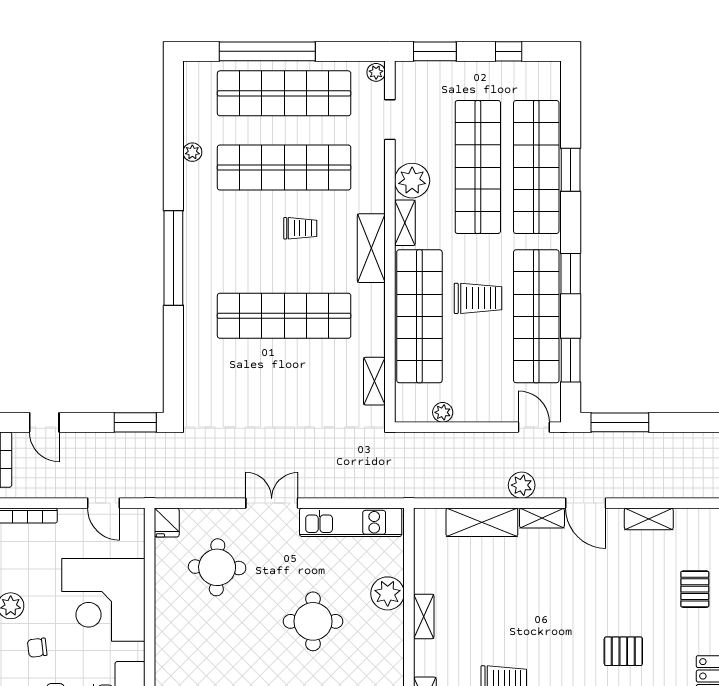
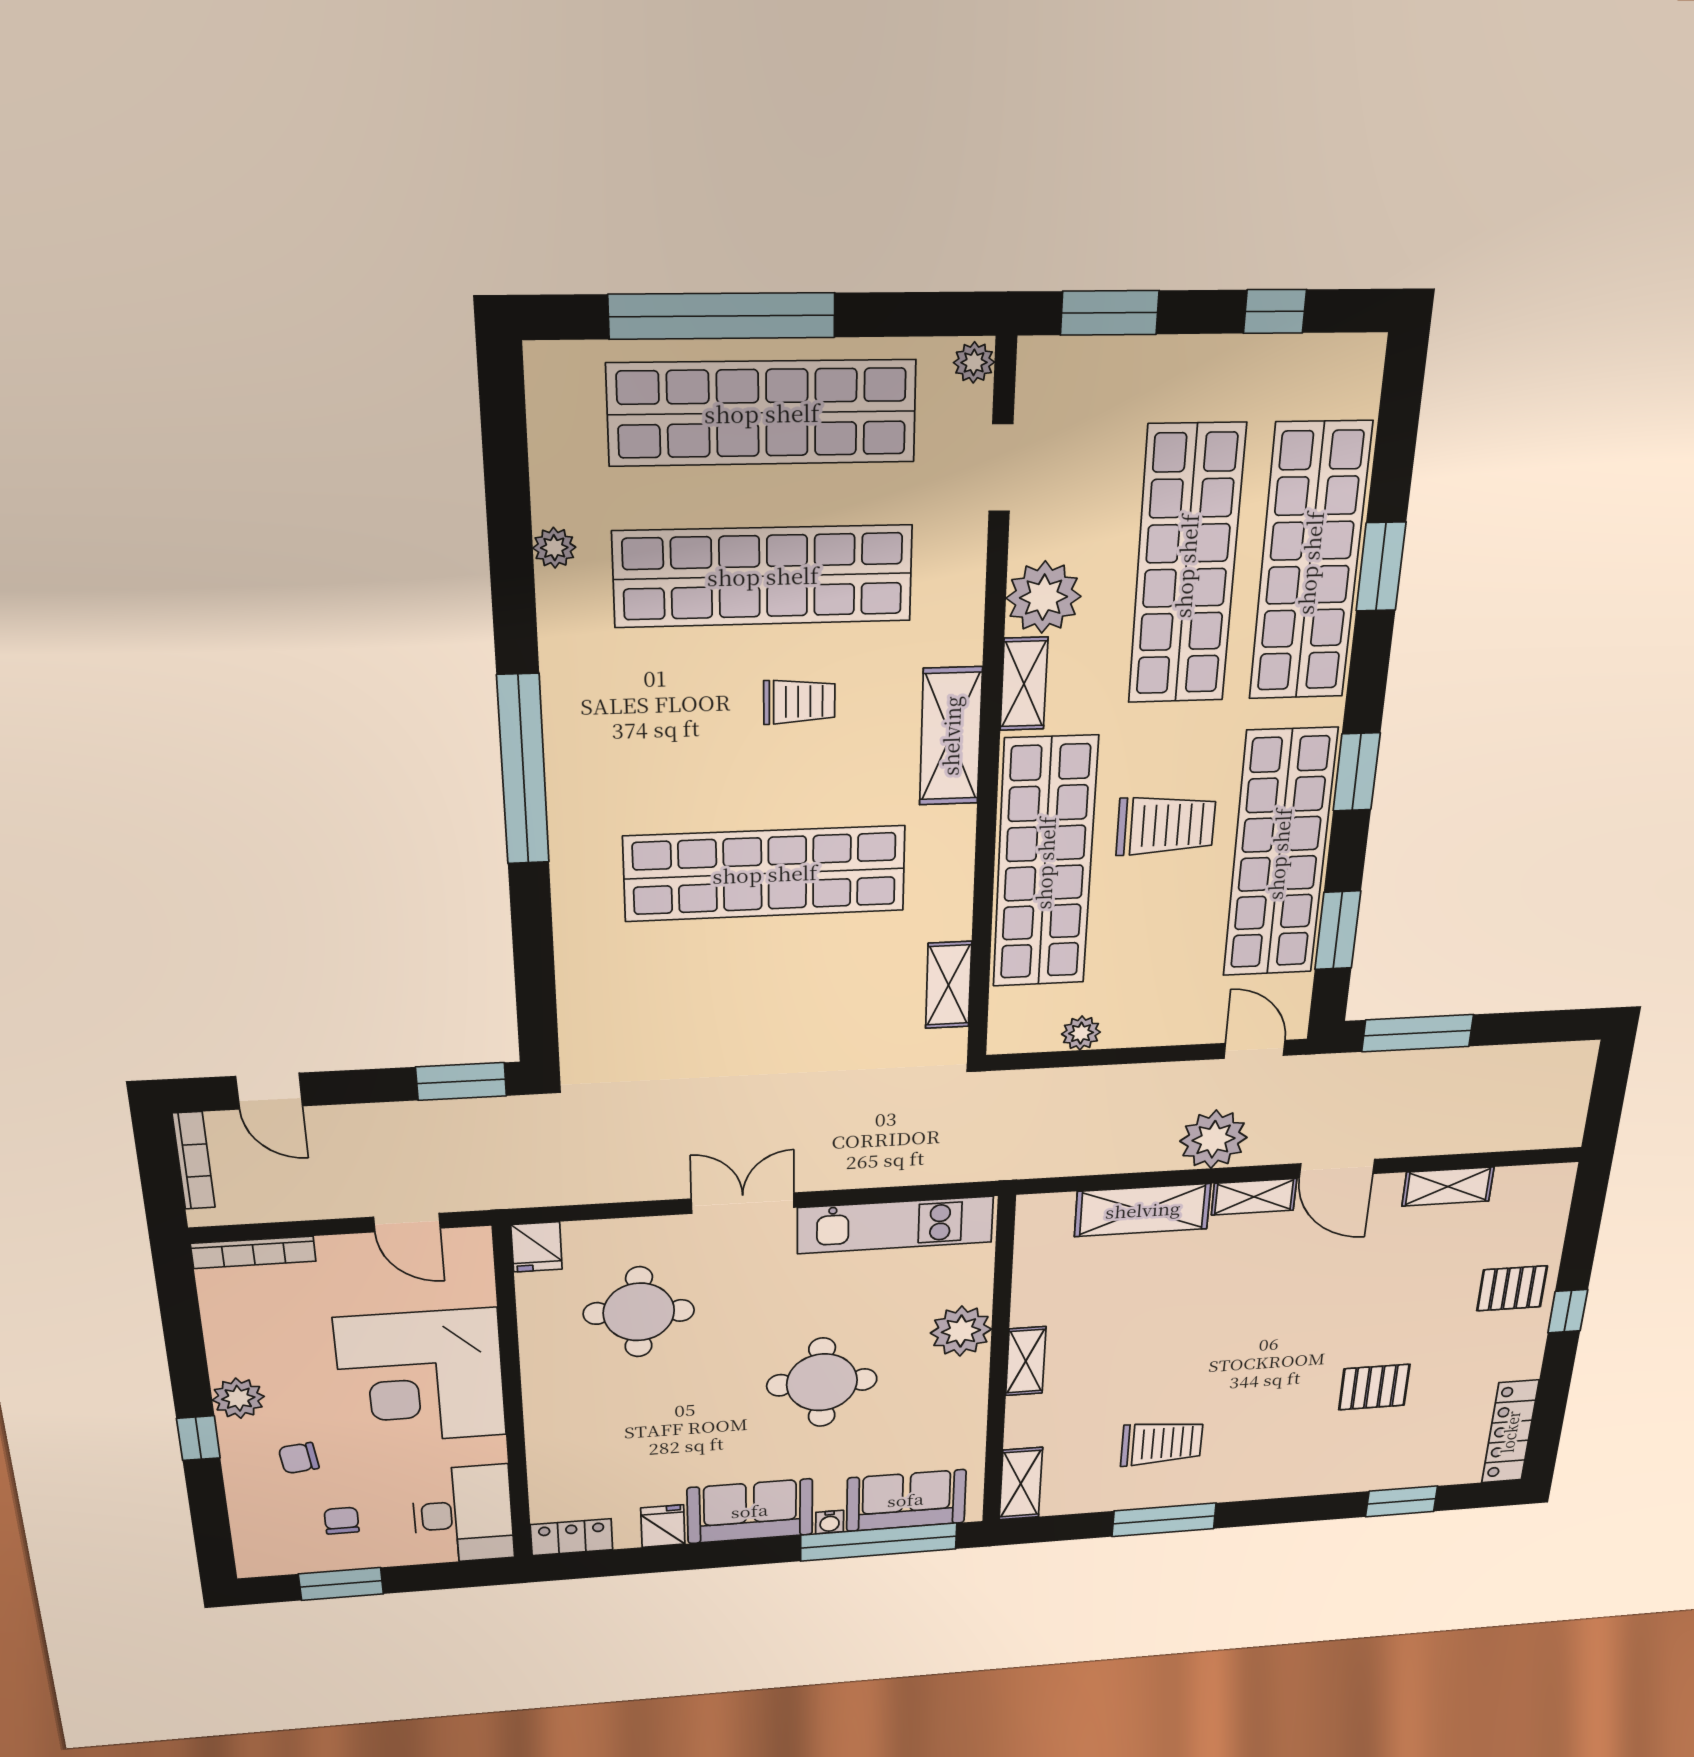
plant: (522, 485) -> (1214, 1139), width x1.36, depth x1.36
pallet: (695, 589) -> (1512, 1288), turned 90

